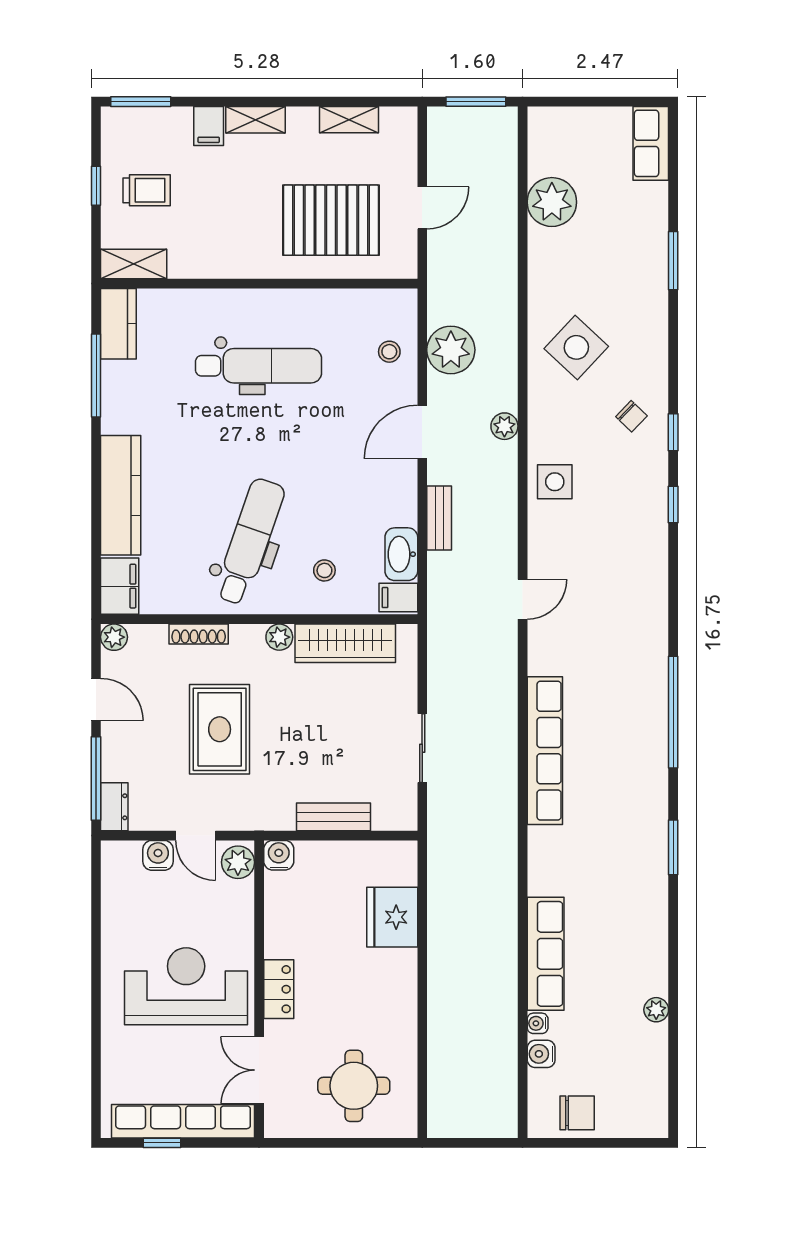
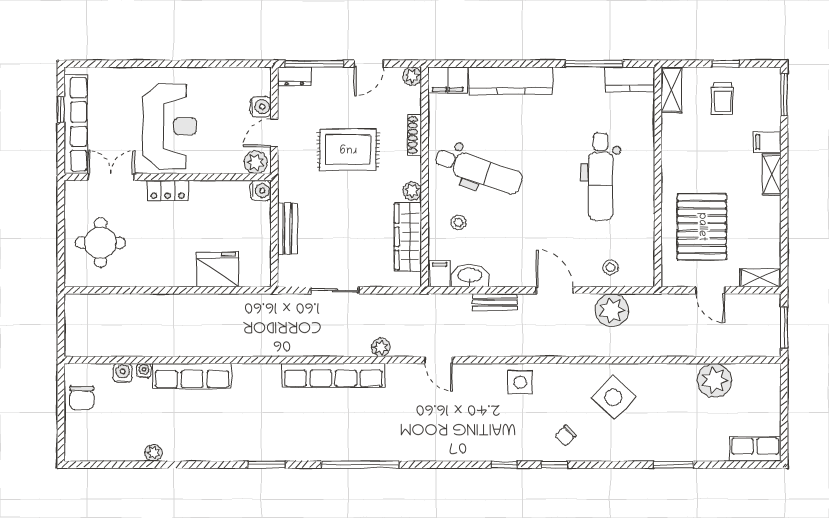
shelving: (349, 120) -> (760, 278), moved, turned 90
plant: (504, 426) -> (381, 347), moved

